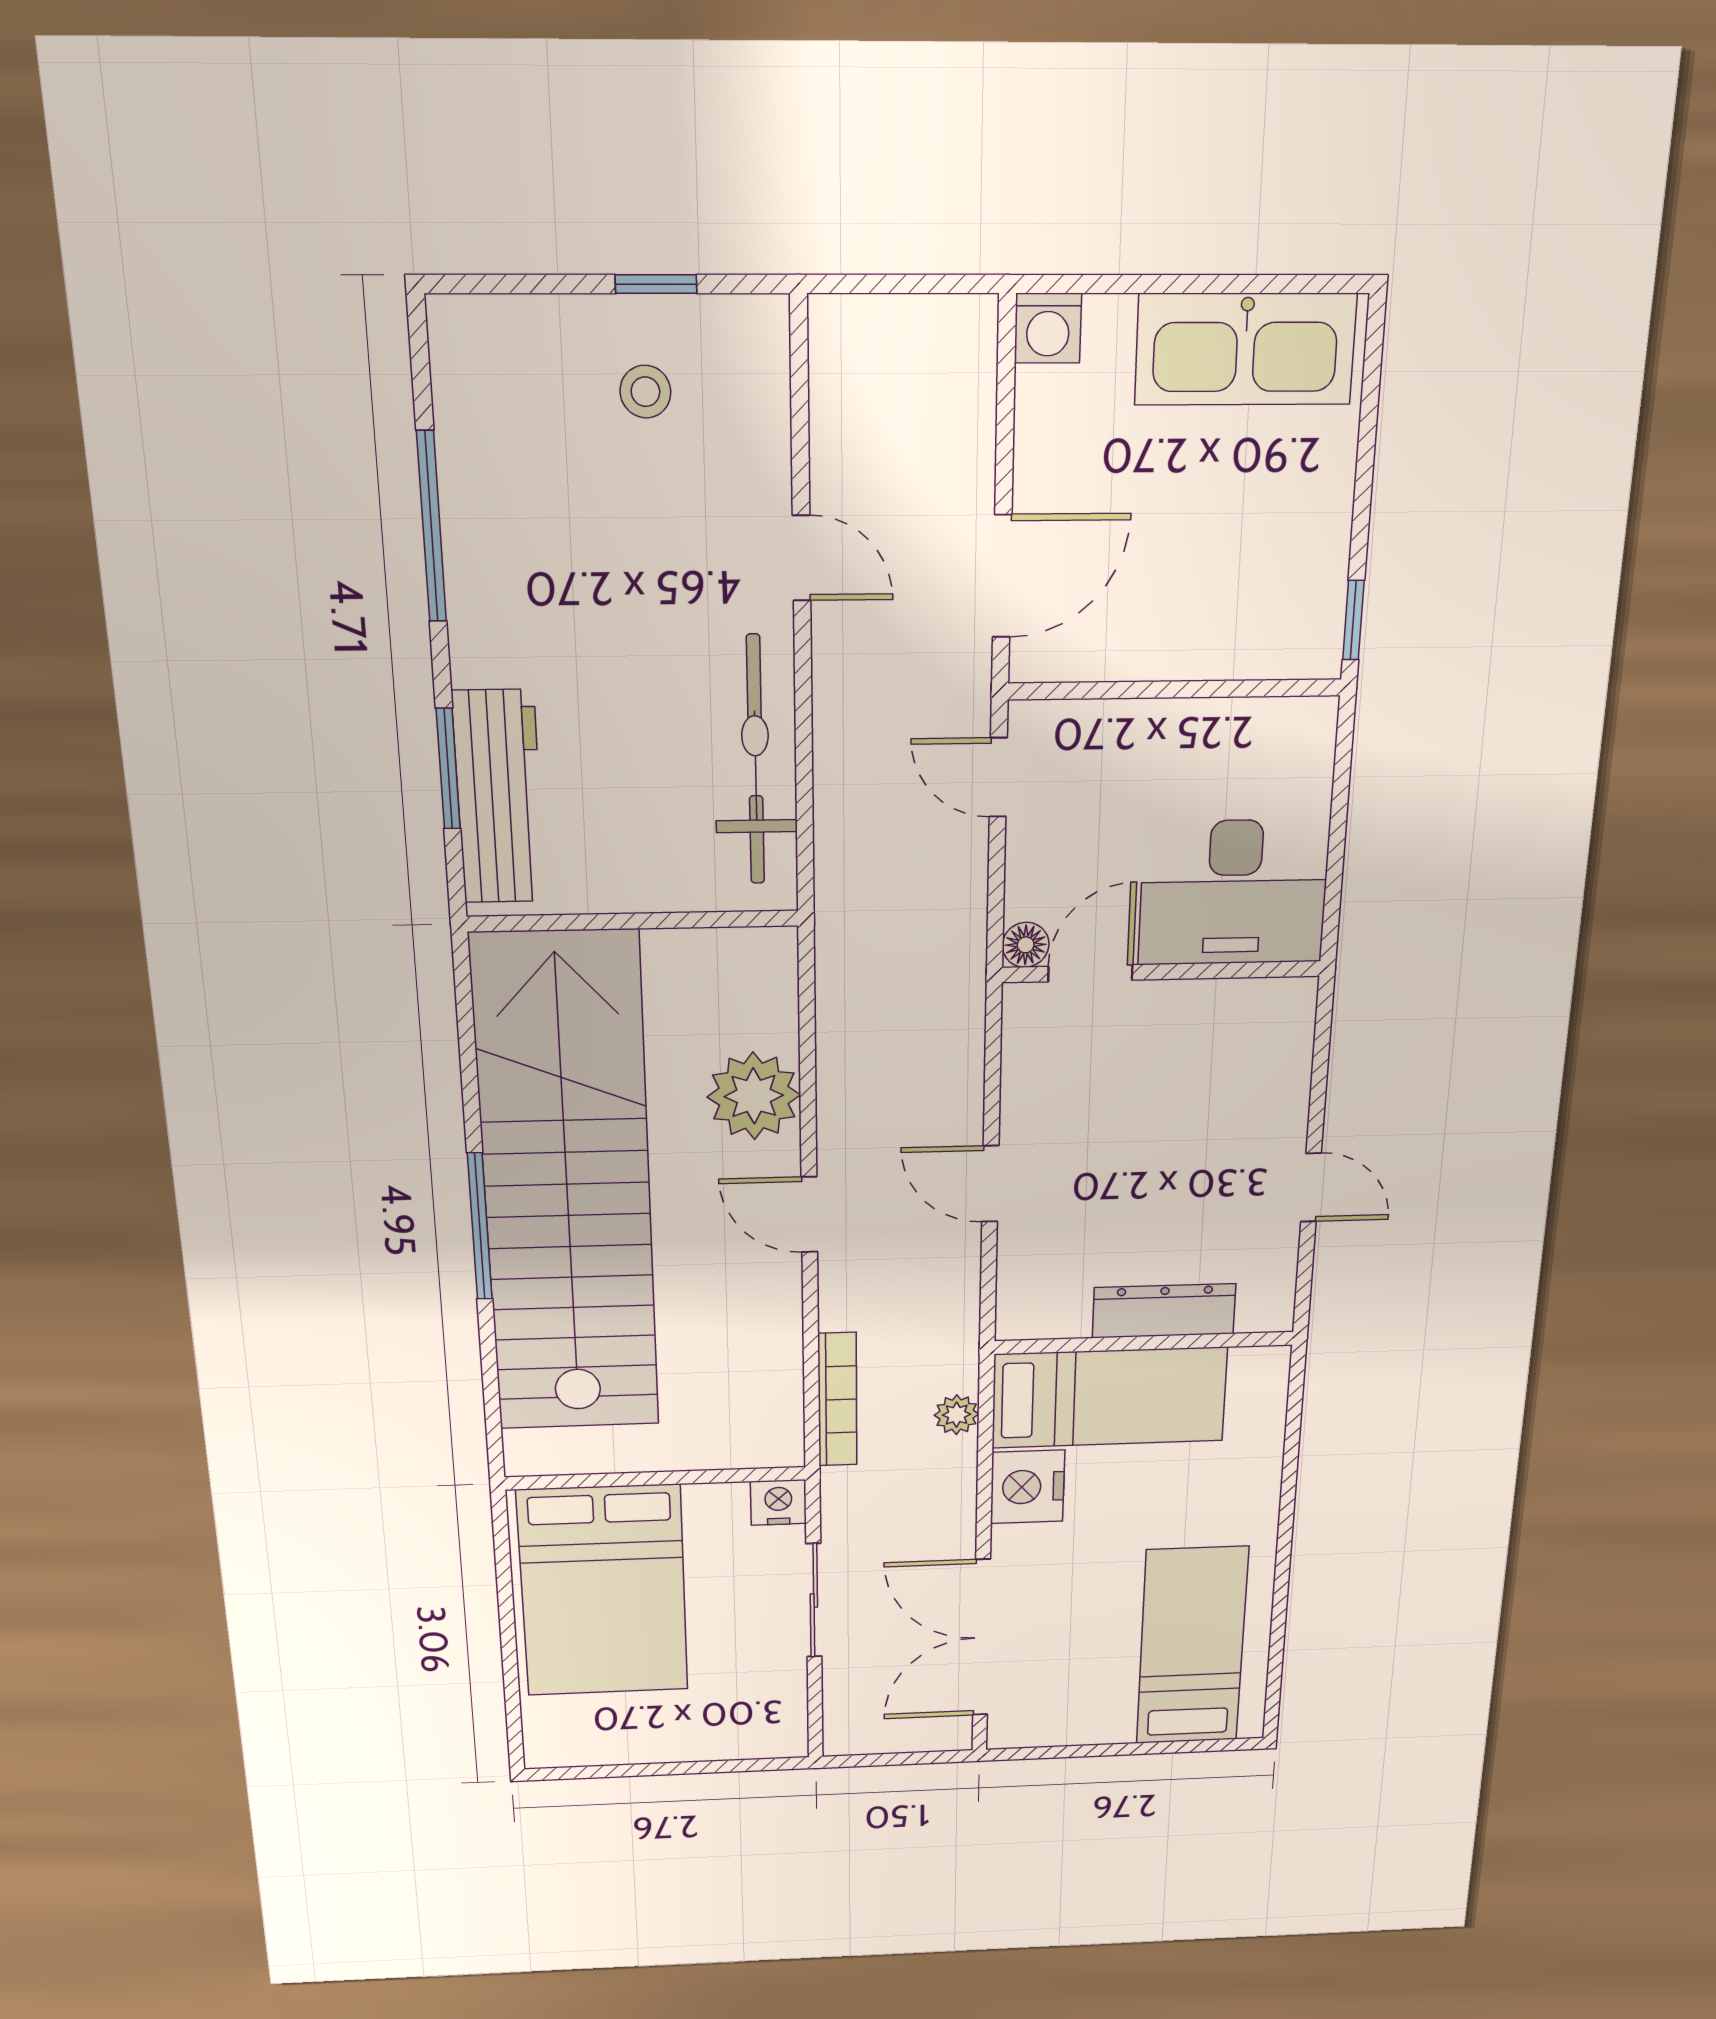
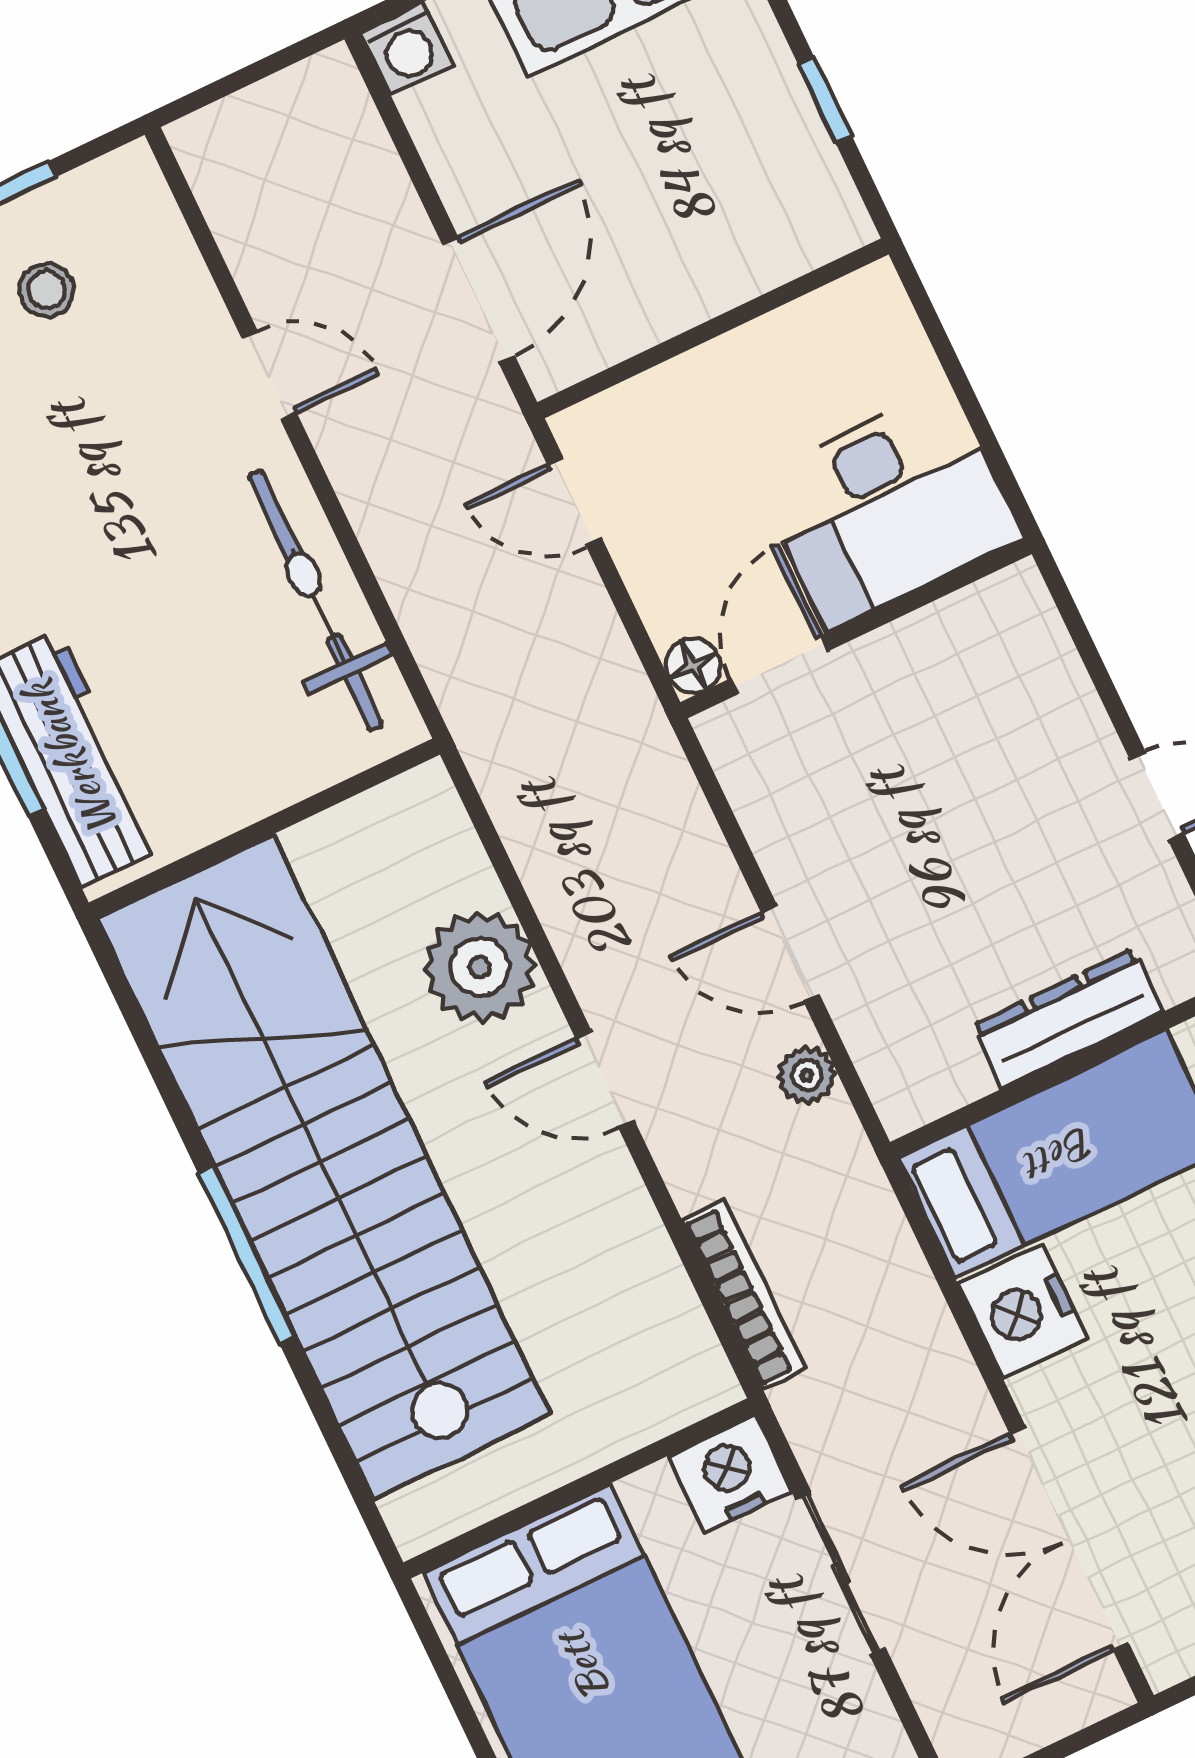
window: (1353, 620) -> (825, 100), moved
plant: (957, 1415) -> (807, 1075), moved
nightstand: (778, 1502) -> (730, 1474), width x1.36, depth x1.33

